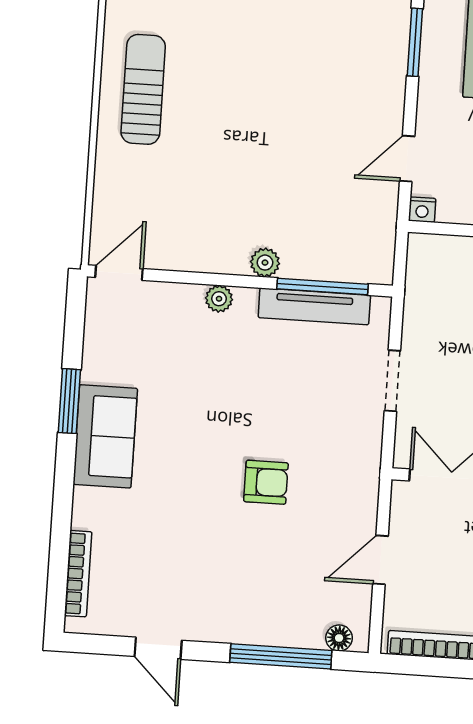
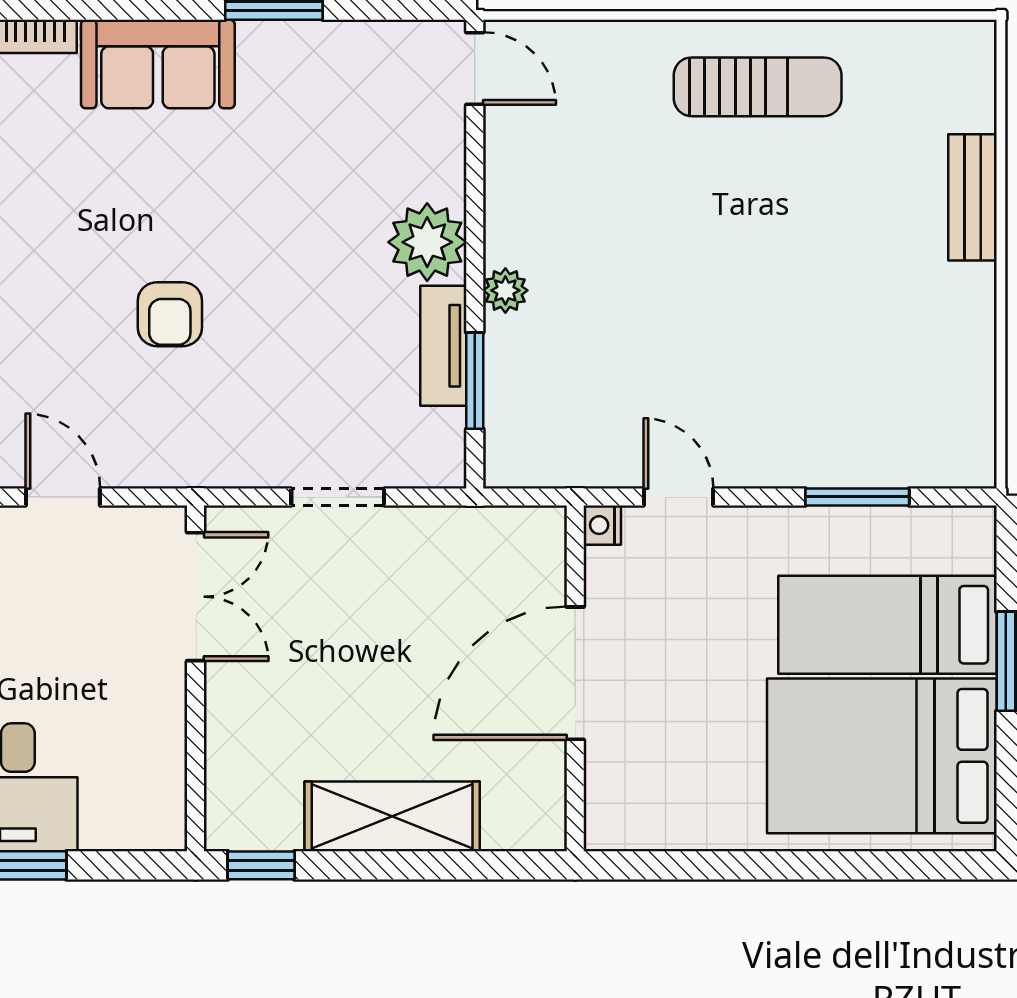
window: (323, 286) -> (475, 381), width x0.69
plant: (219, 299) -> (427, 242), width x1.88, depth x1.88
tv unit: (314, 306) -> (443, 346), width x0.71
sofa: (105, 436) -> (158, 64), moved

